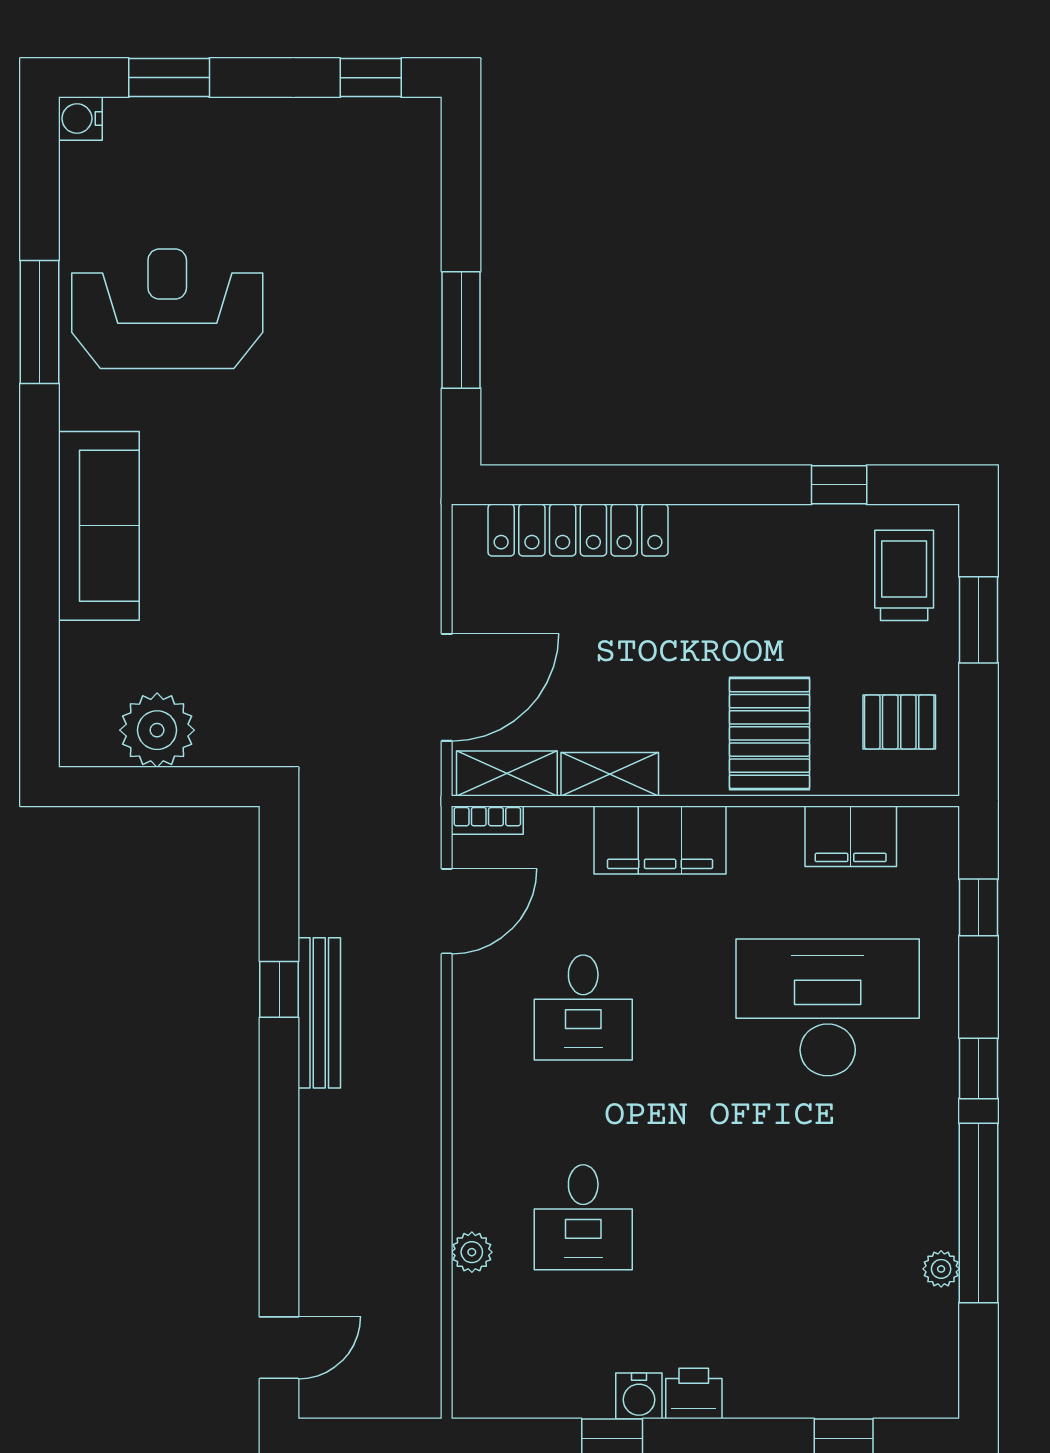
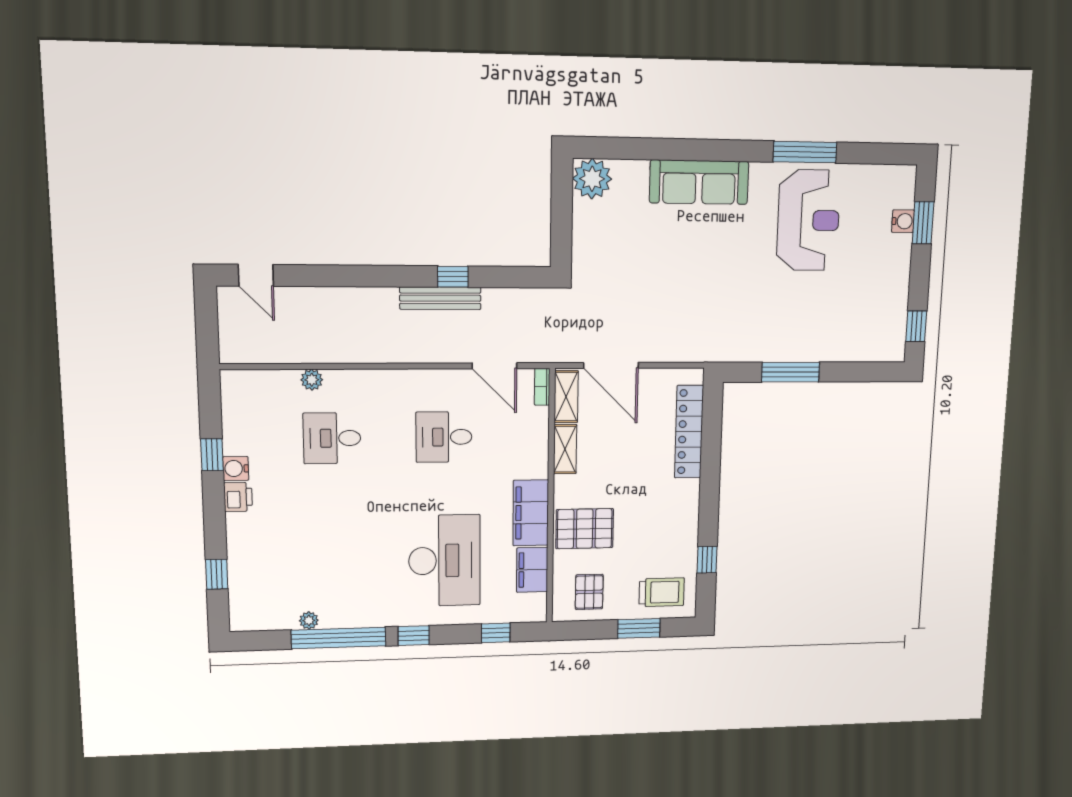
water cooler: (80, 119) -> (903, 221), moved, turned 90
plant: (157, 730) -> (592, 179), moved
filing cabinet: (660, 840) -> (531, 513), moved

